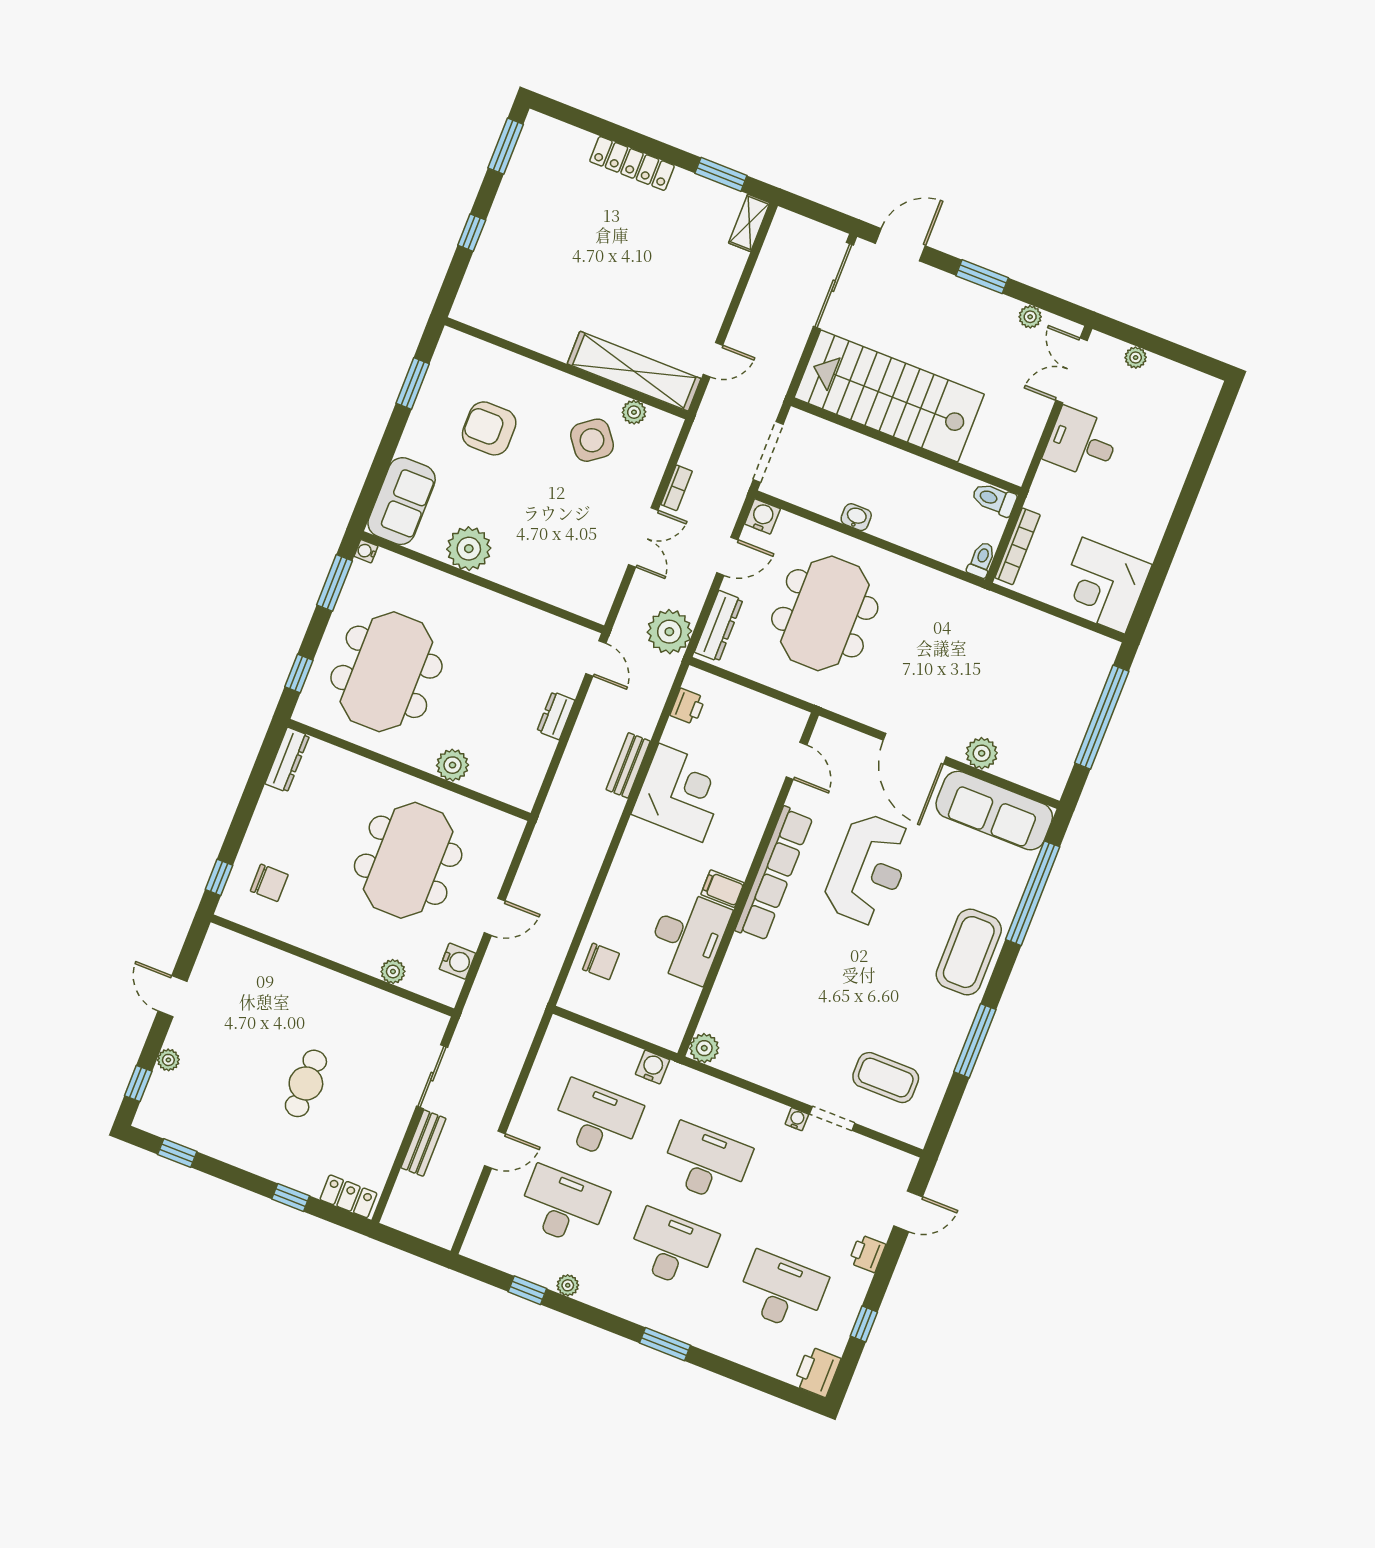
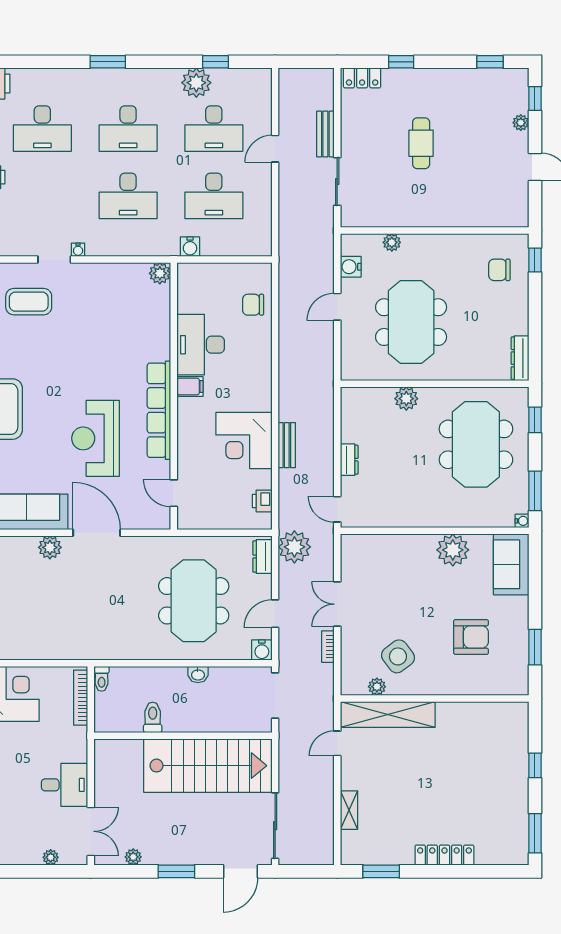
shelving: (749, 223) -> (349, 810), moved
toilet: (994, 499) -> (153, 717), moved, turned -90
dresser: (719, 626) -> (262, 557), width x0.70
plant: (568, 1285) -> (196, 83), width x1.88, depth x1.88

